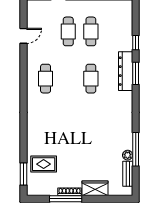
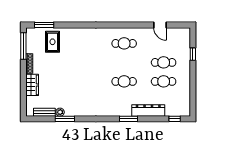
window: (136, 43) -> (175, 119), moved
dresser: (126, 71) -> (148, 111), moved
window: (136, 149) -> (65, 119), width x0.69
window: (66, 199) -> (23, 46), moved

